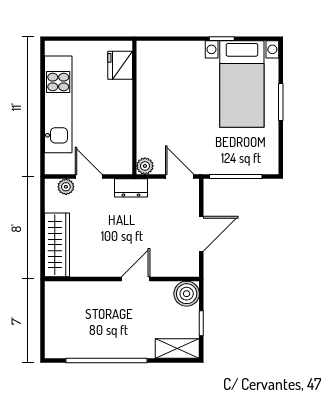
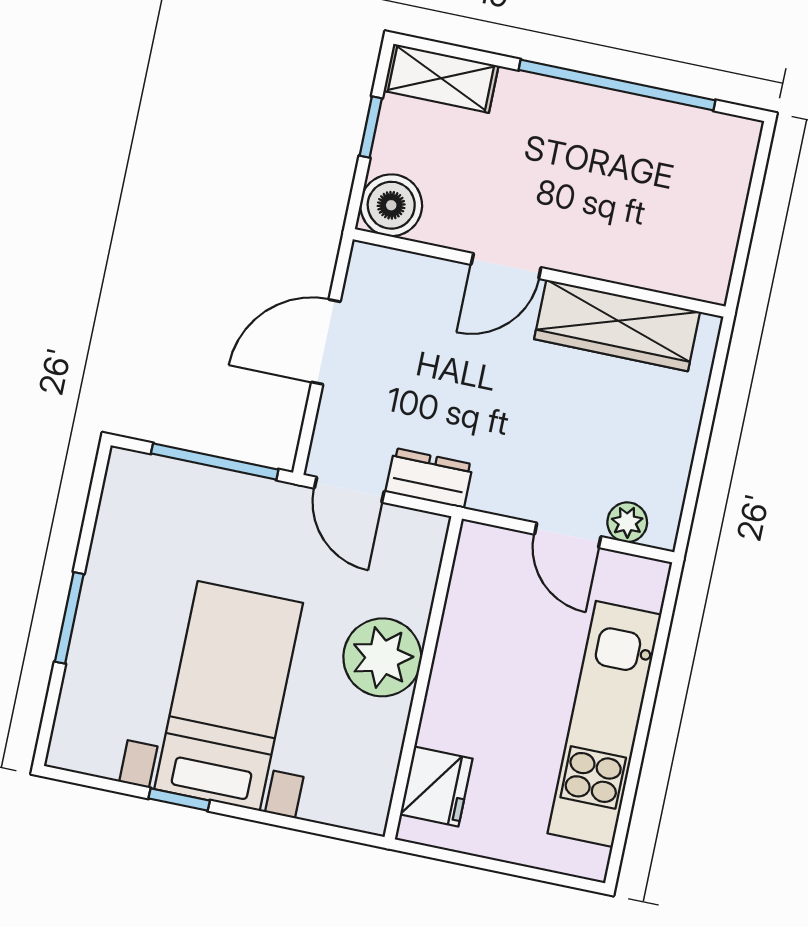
bed with nightstands: (242, 84) -> (229, 696), moved
plant: (145, 166) -> (382, 657), moved, width x1.87, depth x1.87
dresser: (131, 188) -> (429, 478), moved
wardrobe: (57, 245) -> (617, 325), moved, turned -90

